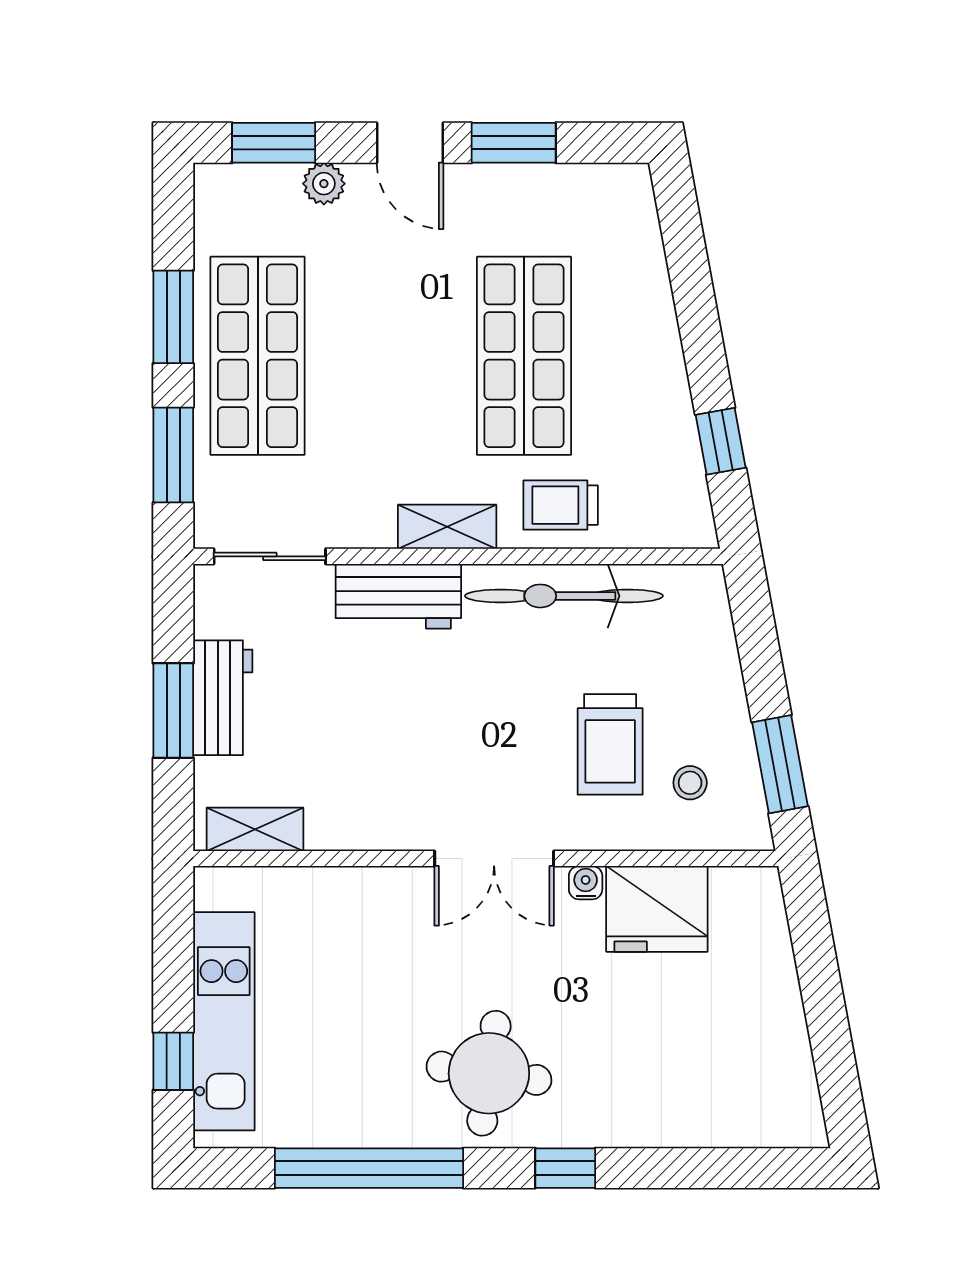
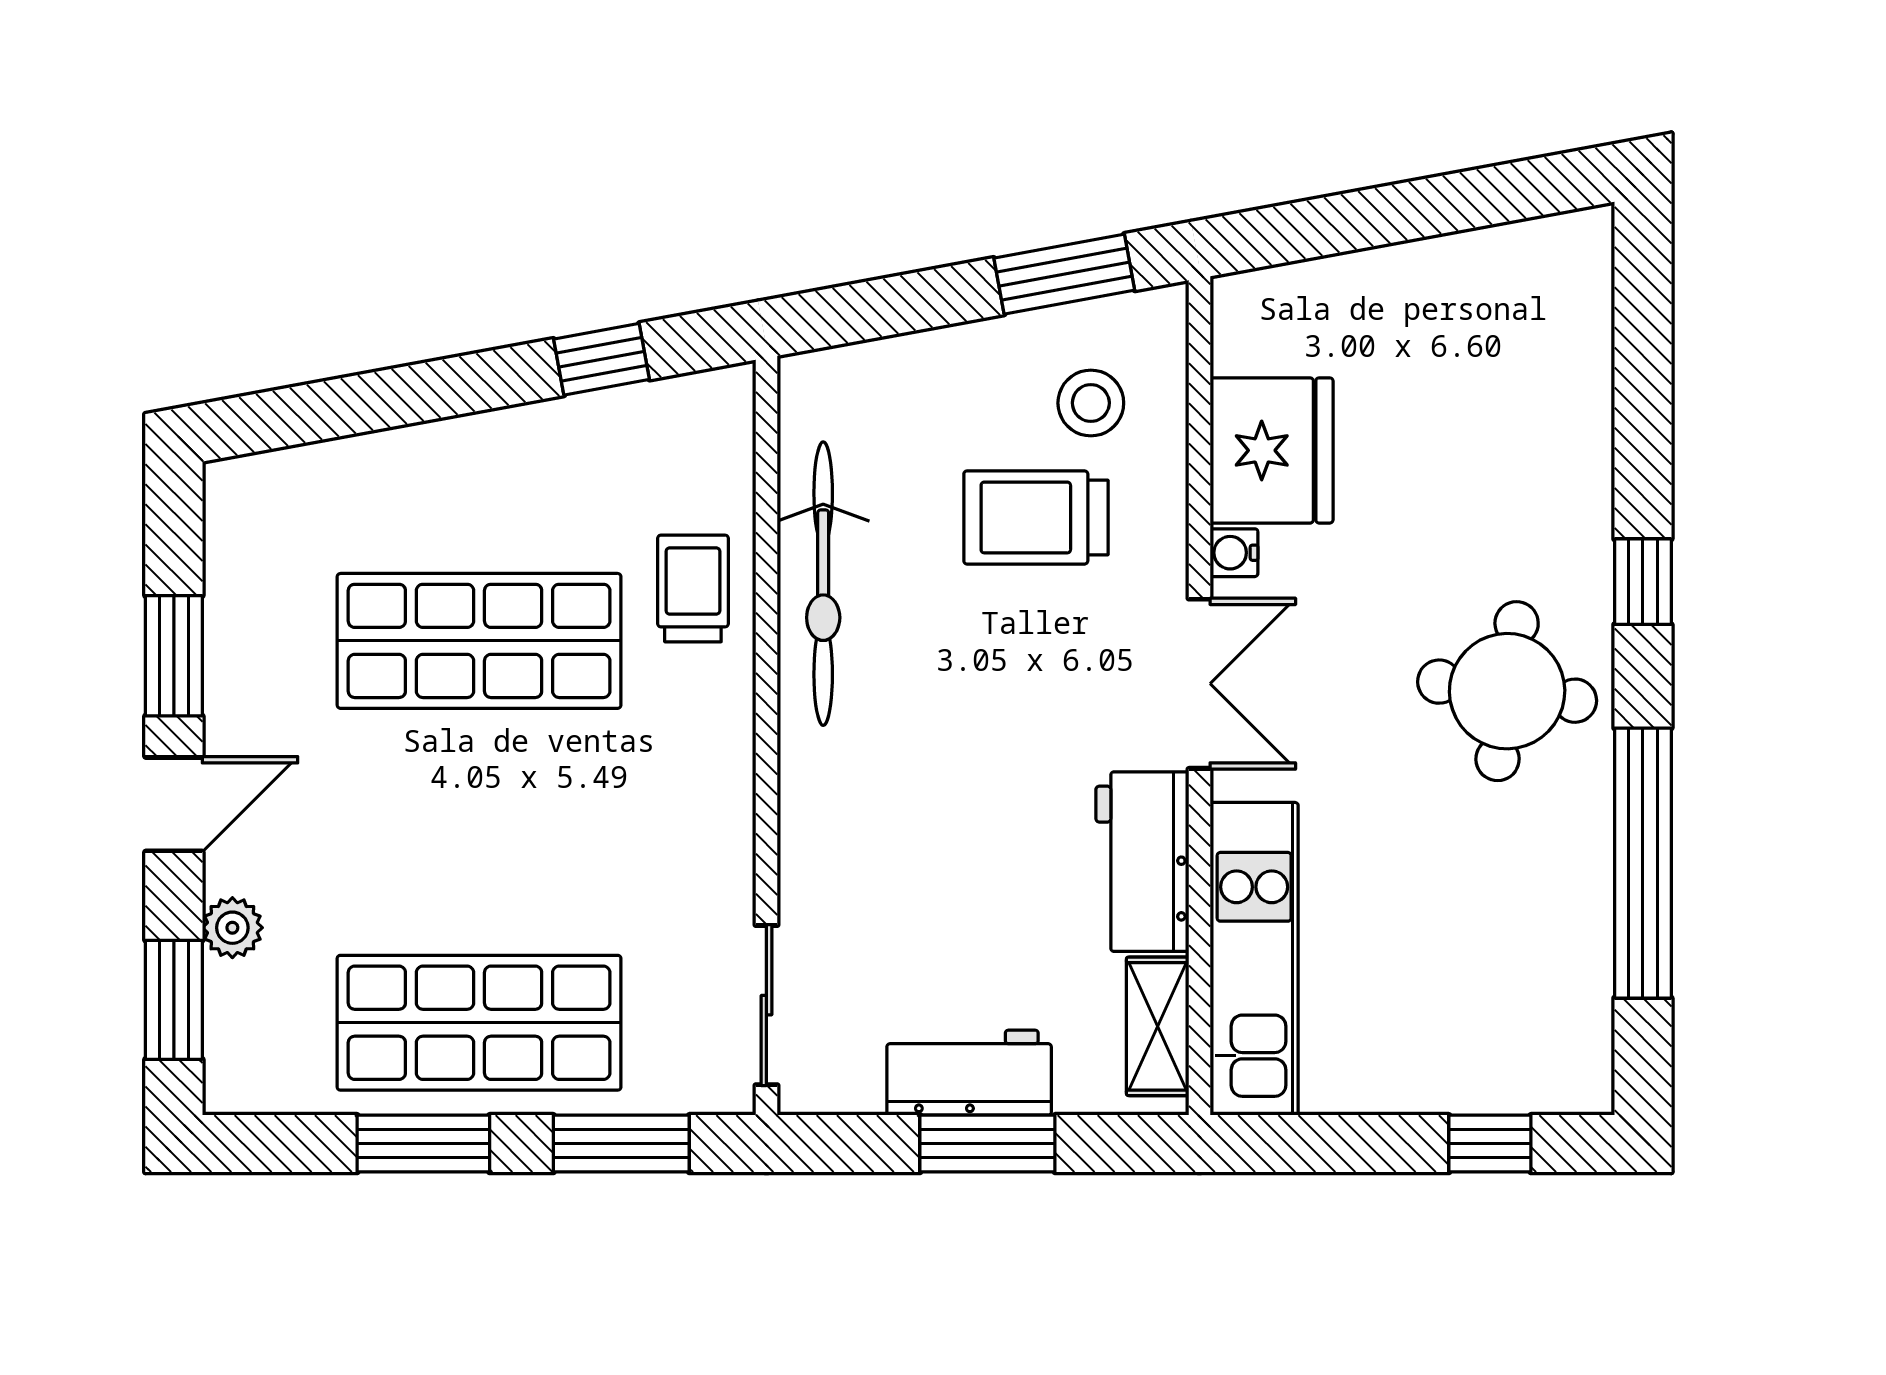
trolley: (561, 505) -> (693, 588), turned 180
shelving: (447, 527) -> (724, 751), removed
workbench: (398, 596) -> (1142, 862), moved, turned 180
trolley: (610, 744) -> (1036, 517), turned 180
stool: (690, 783) -> (1091, 403), width x1.37, depth x1.37
kitchen unit: (224, 1021) -> (1254, 959), moved, turned 90

